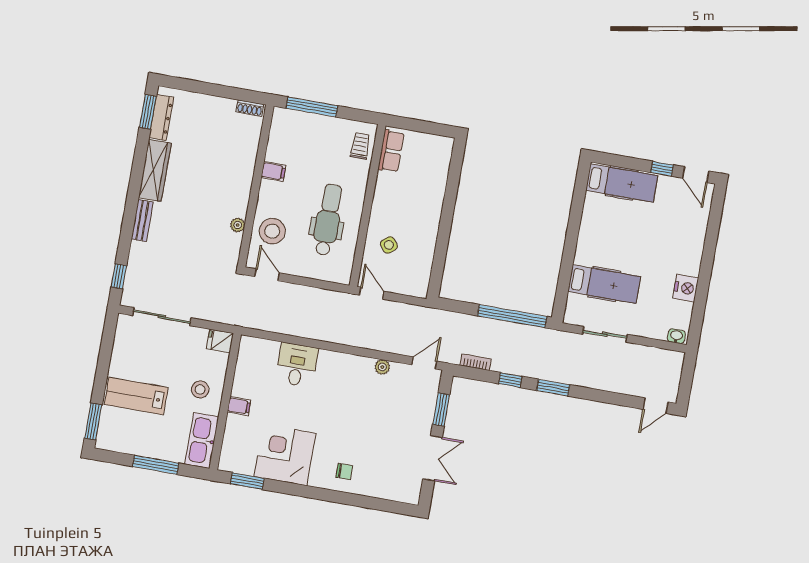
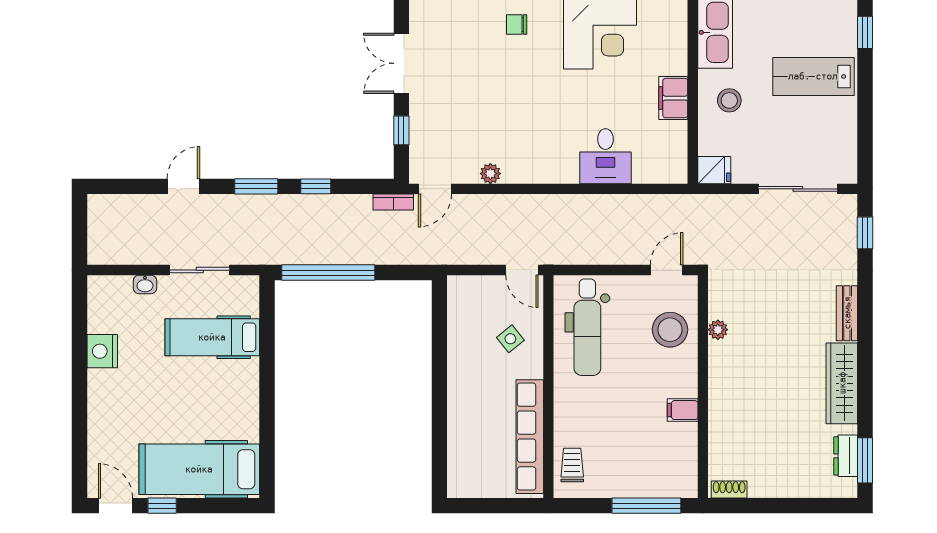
dresser: (161, 118) -> (846, 456), width x0.70
trolley: (360, 146) -> (572, 465), turned 180
row of seats: (391, 151) -> (530, 437), width x2.02
hospital bed: (622, 183) -> (199, 469), width x1.37, depth x1.29
dental chair: (328, 220) -> (587, 327), moved
door: (267, 275) -> (667, 270), swing flipped
washbasin: (676, 336) -> (145, 284), moved
bookcase: (476, 362) -> (393, 202), moved
lab bench: (136, 396) -> (813, 76), turned 180
filing cabinet: (239, 406) -> (673, 98), width x2.00
door: (656, 406) -> (183, 186), moved
window: (441, 410) -> (401, 130), width x0.67
window: (93, 421) -> (865, 32), width x0.67

